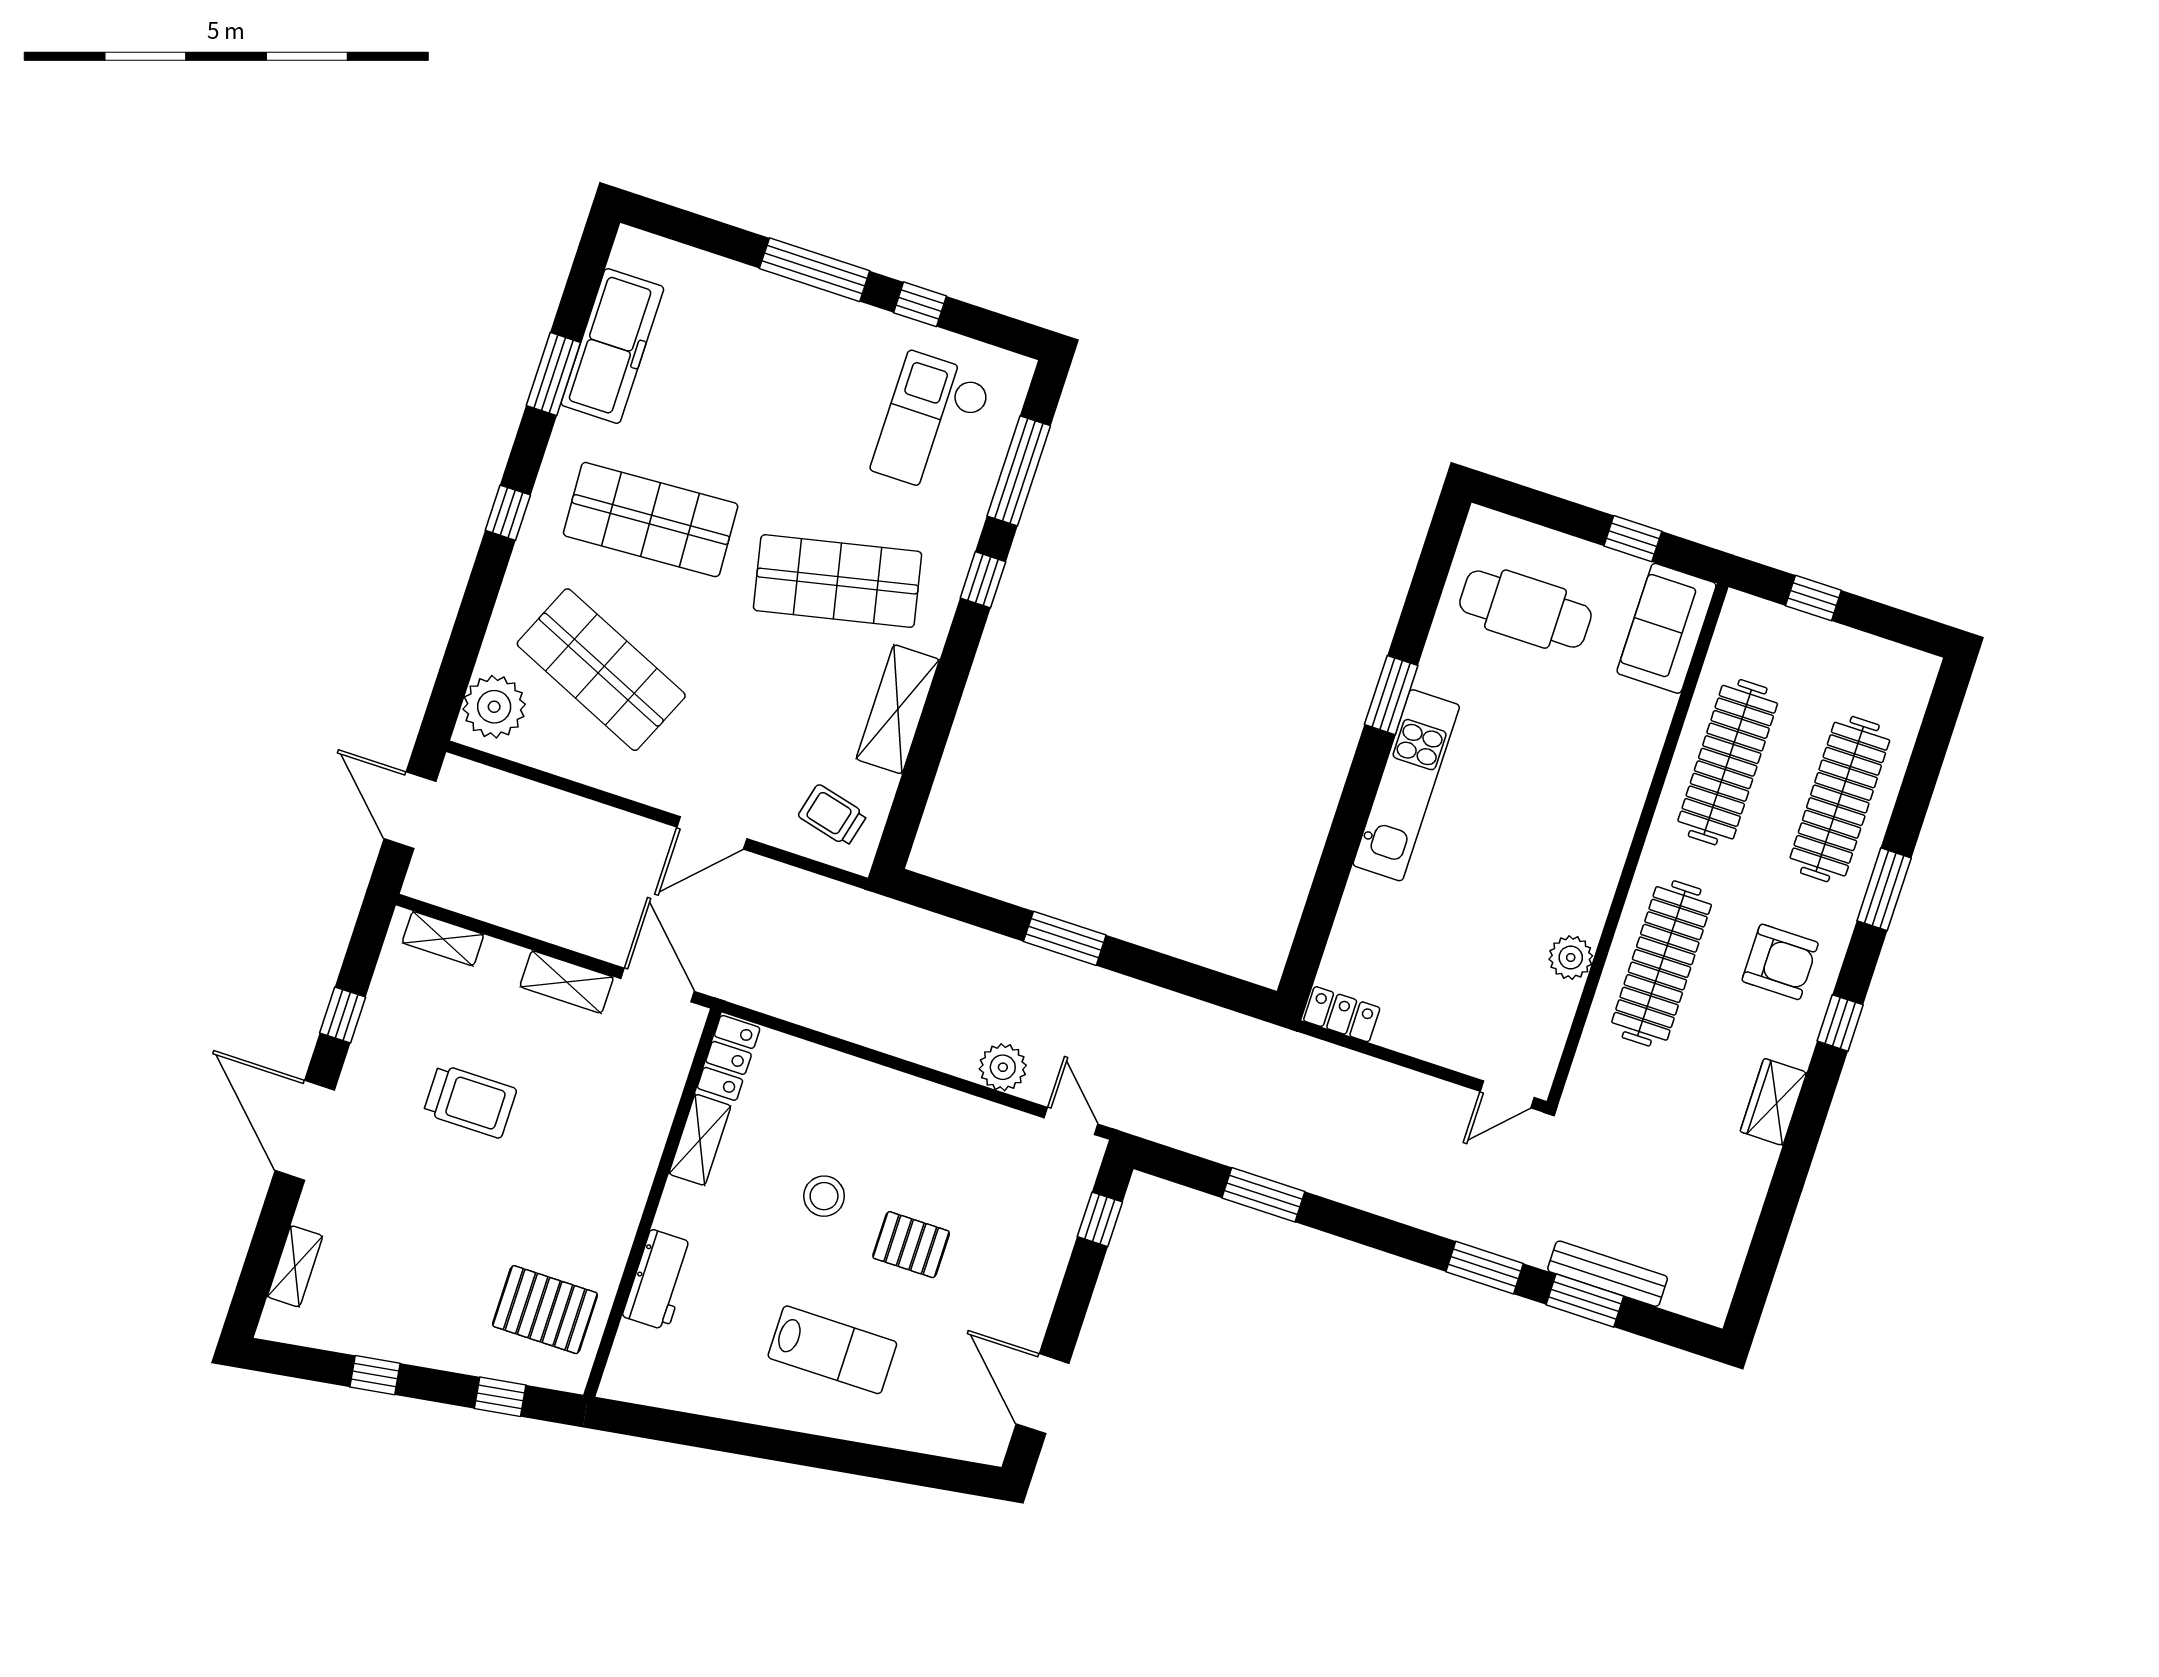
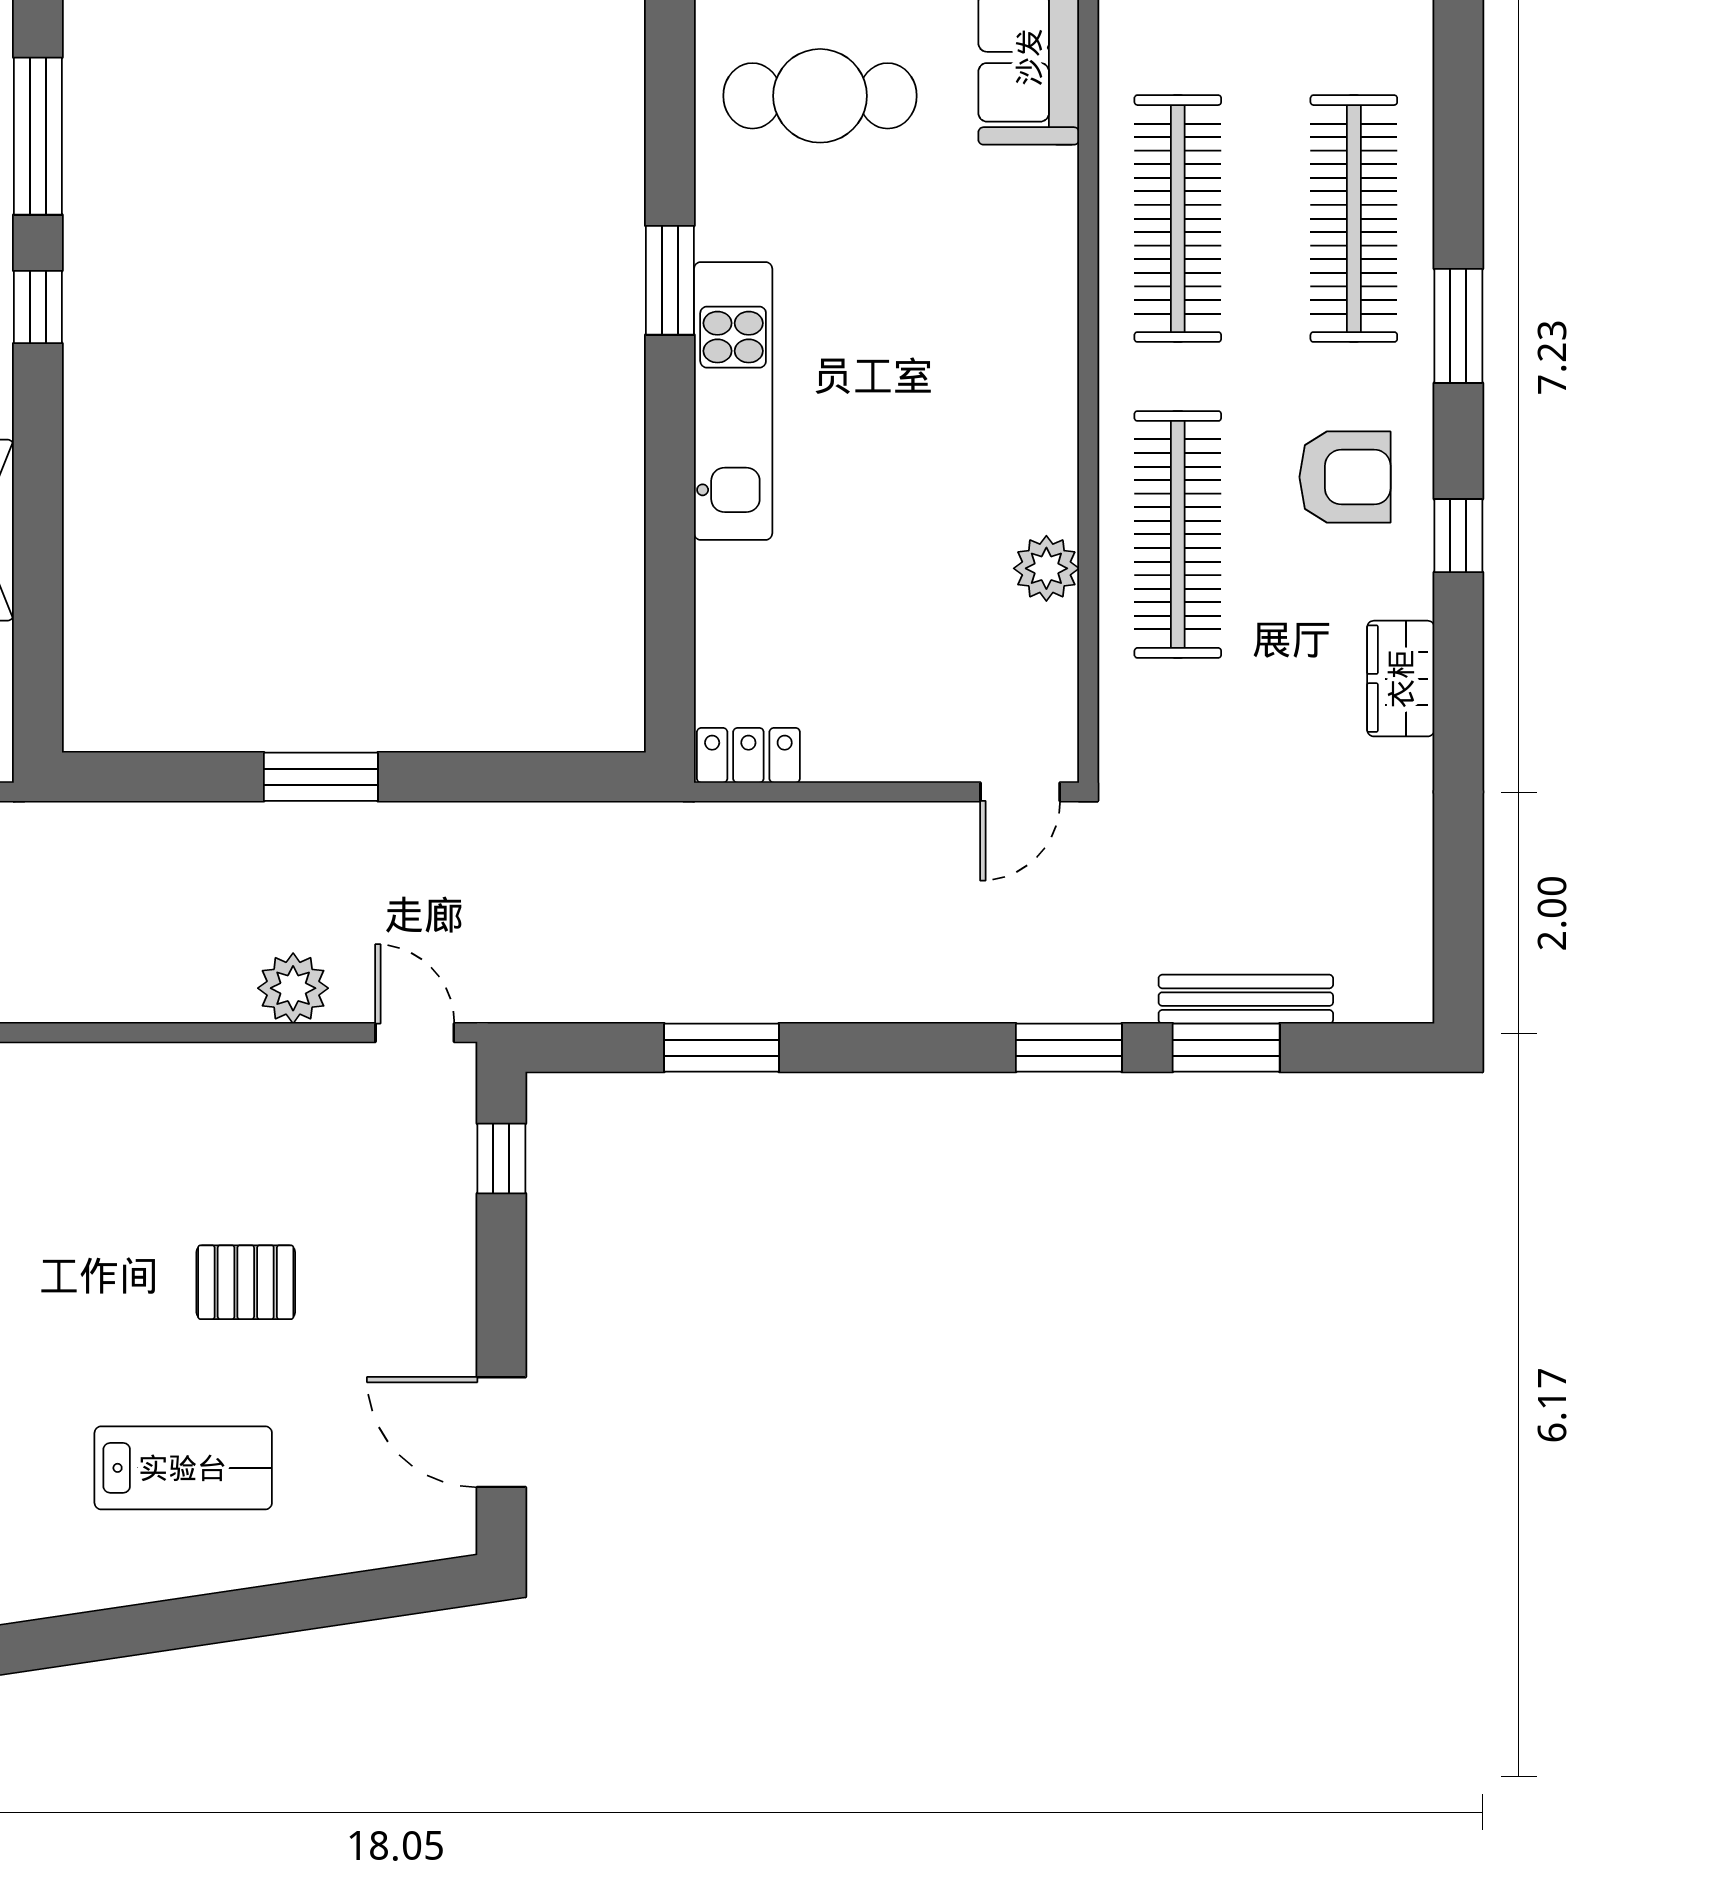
stool: (824, 1196) -> (100, 1254), removed

